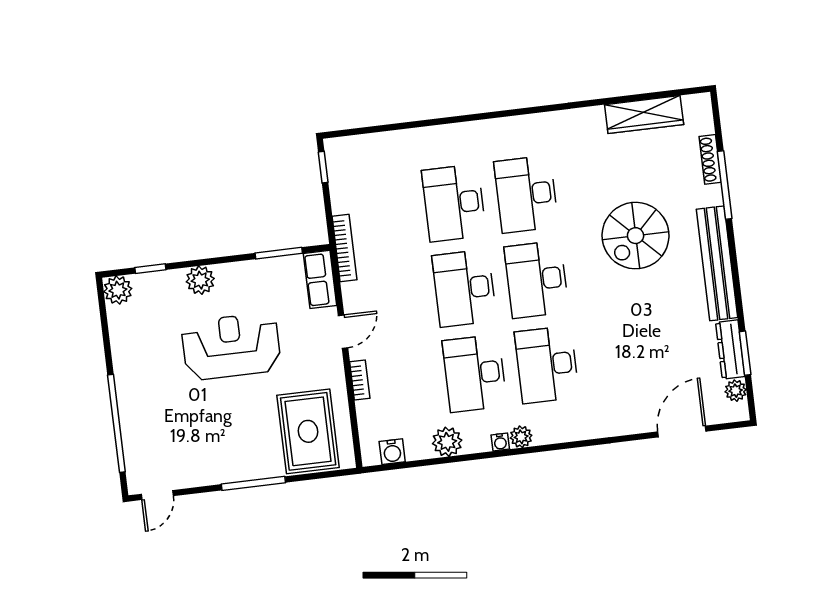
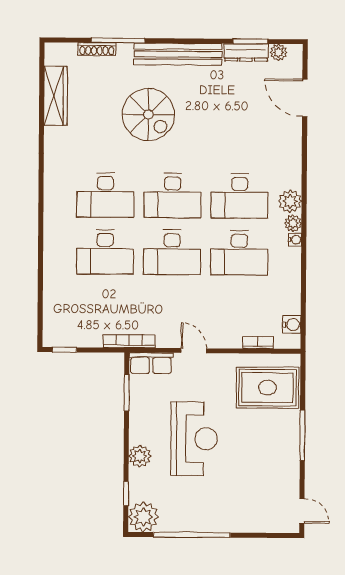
plant: (118, 290) -> (143, 517), width x1.36, depth x1.36
reception desk: (231, 346) -> (194, 439), turned 180
bookcase: (360, 380) -> (258, 343), moved
window: (116, 423) -> (192, 535), moved
plant: (447, 442) -> (290, 201), moved

